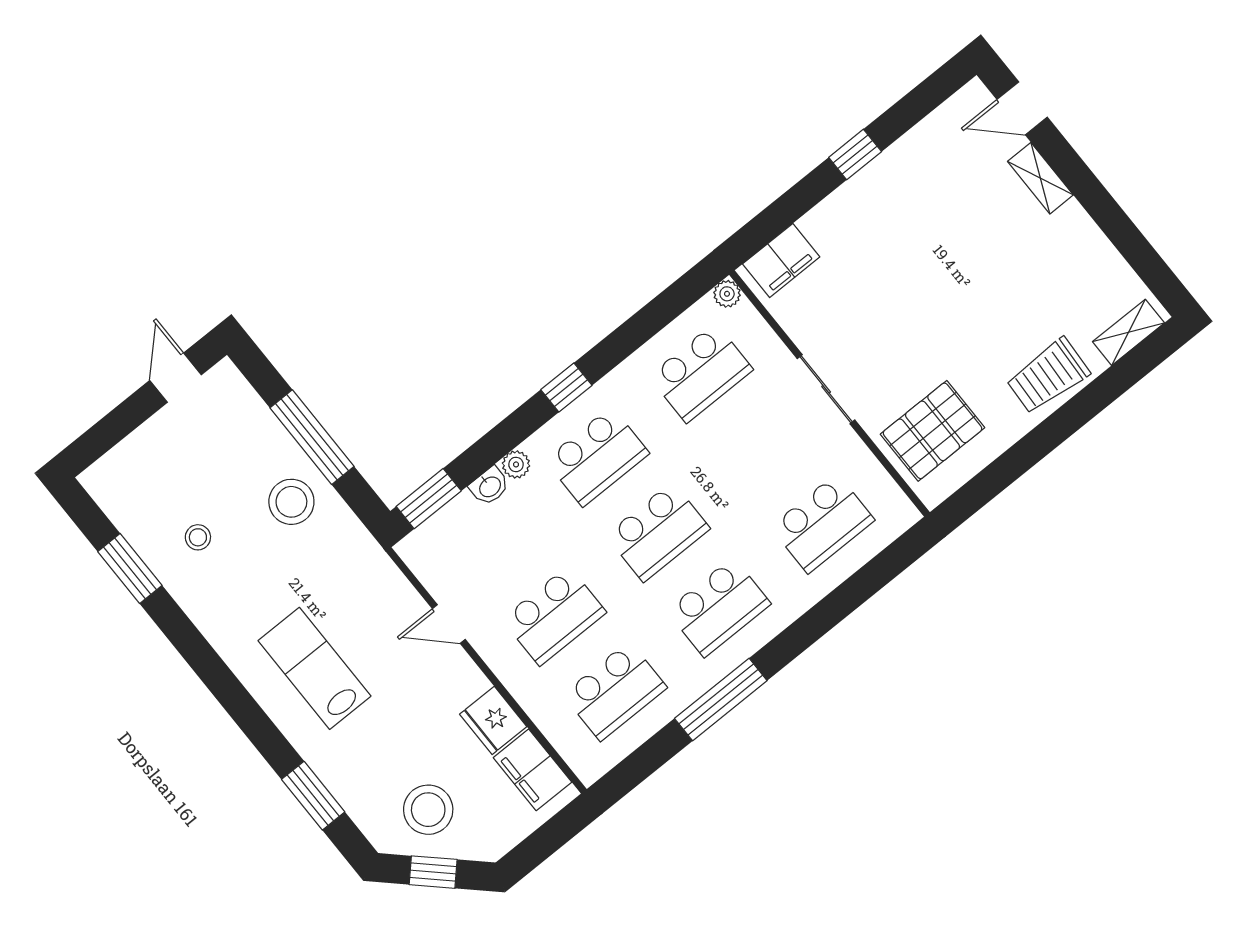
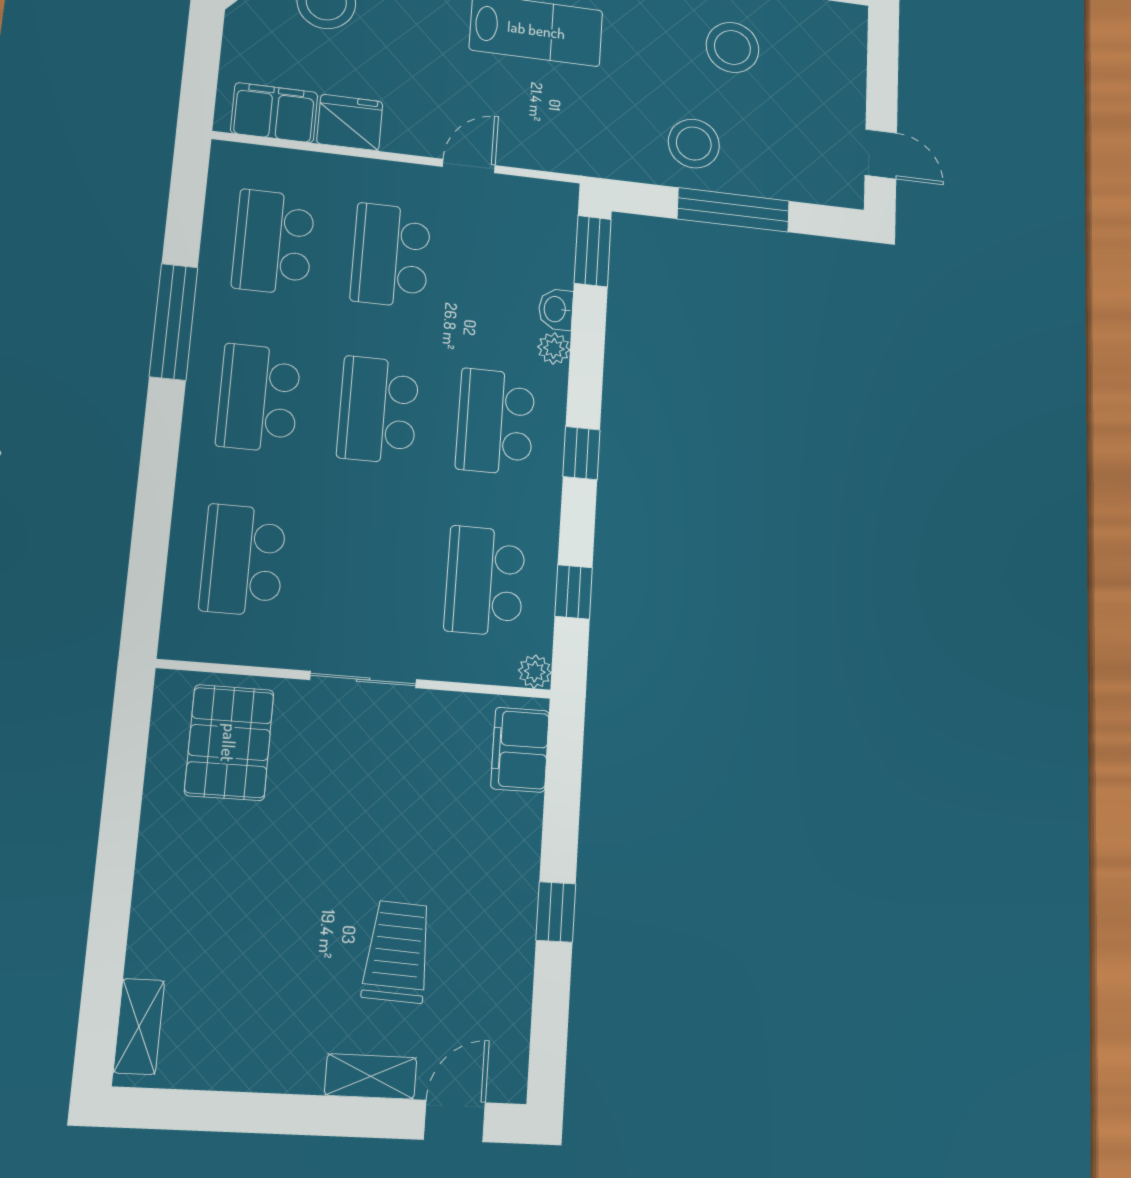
window: (657, 314) -> (574, 592), added
trolley: (1048, 376) -> (397, 952), moved
stool: (198, 537) -> (733, 47), width x1.89, depth x1.89

